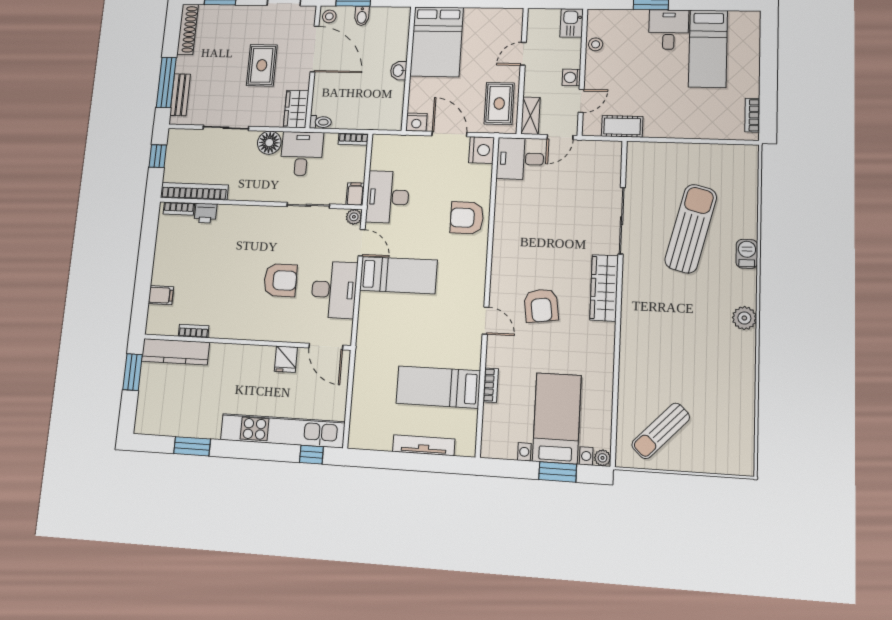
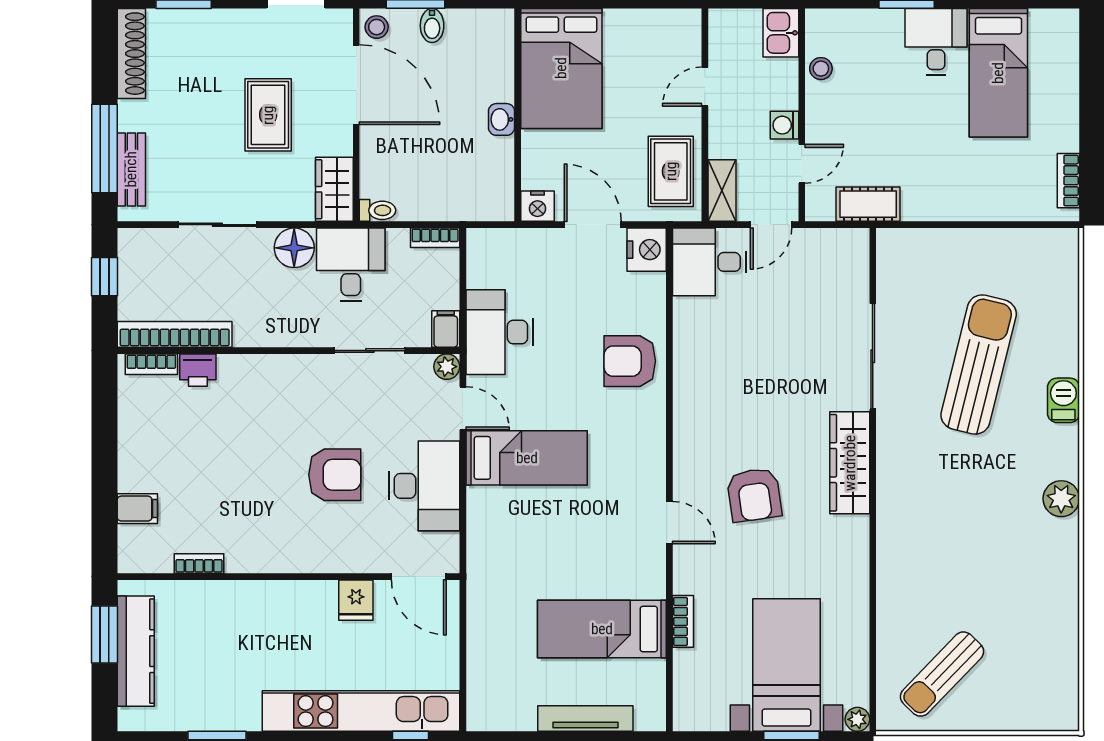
kitchen counter: (175, 352) -> (136, 651), moved, turned -90

